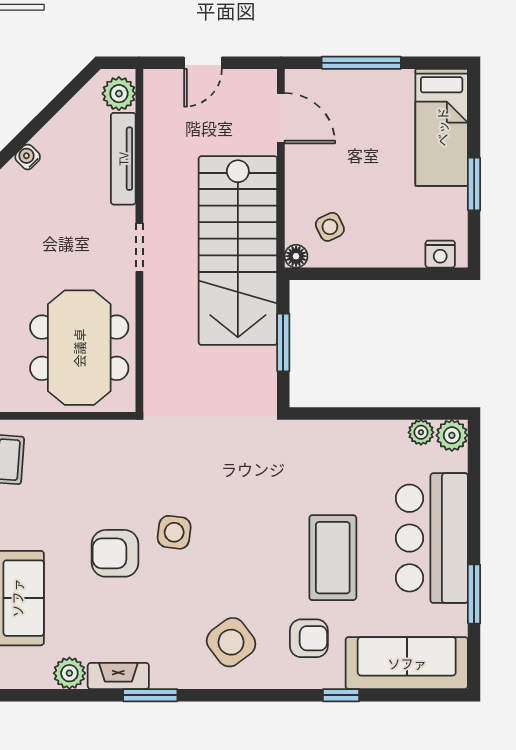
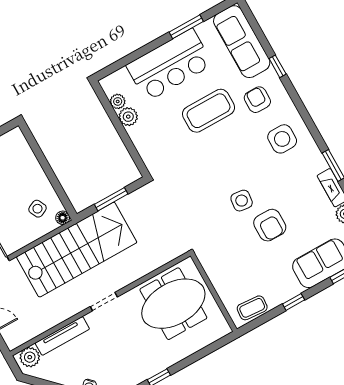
nightstand: (440, 254) -> (19, 143), removed
plant: (452, 435) -> (128, 117), moved
side table: (231, 642) -> (282, 139), turned 37

